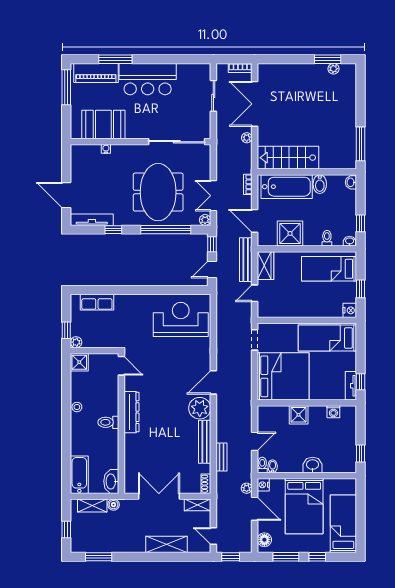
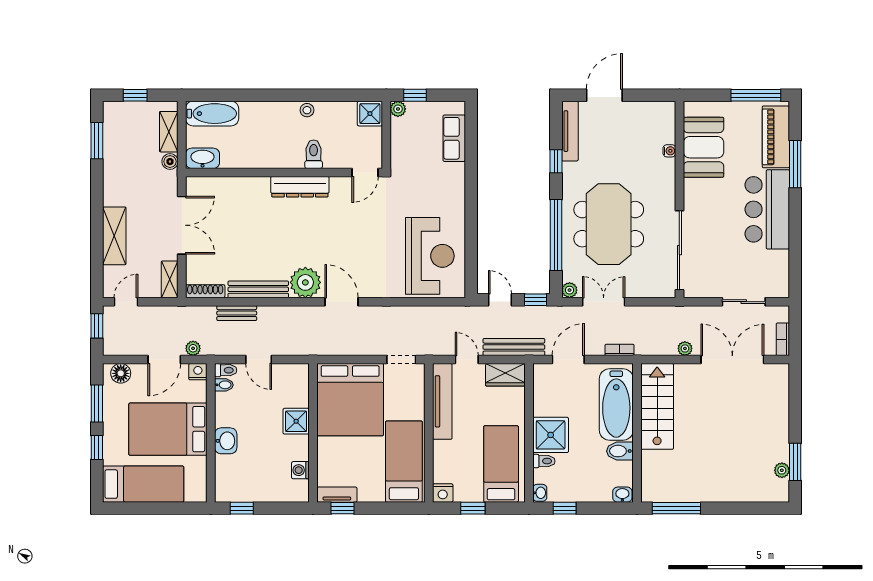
meeting table: (158, 192) -> (609, 224), turned 90
shower: (290, 233) -> (551, 435), moved
tv unit: (284, 311) -> (442, 401), added
toilet: (108, 422) -> (314, 154), moved
shoe rack: (206, 484) -> (205, 291), width x1.43

